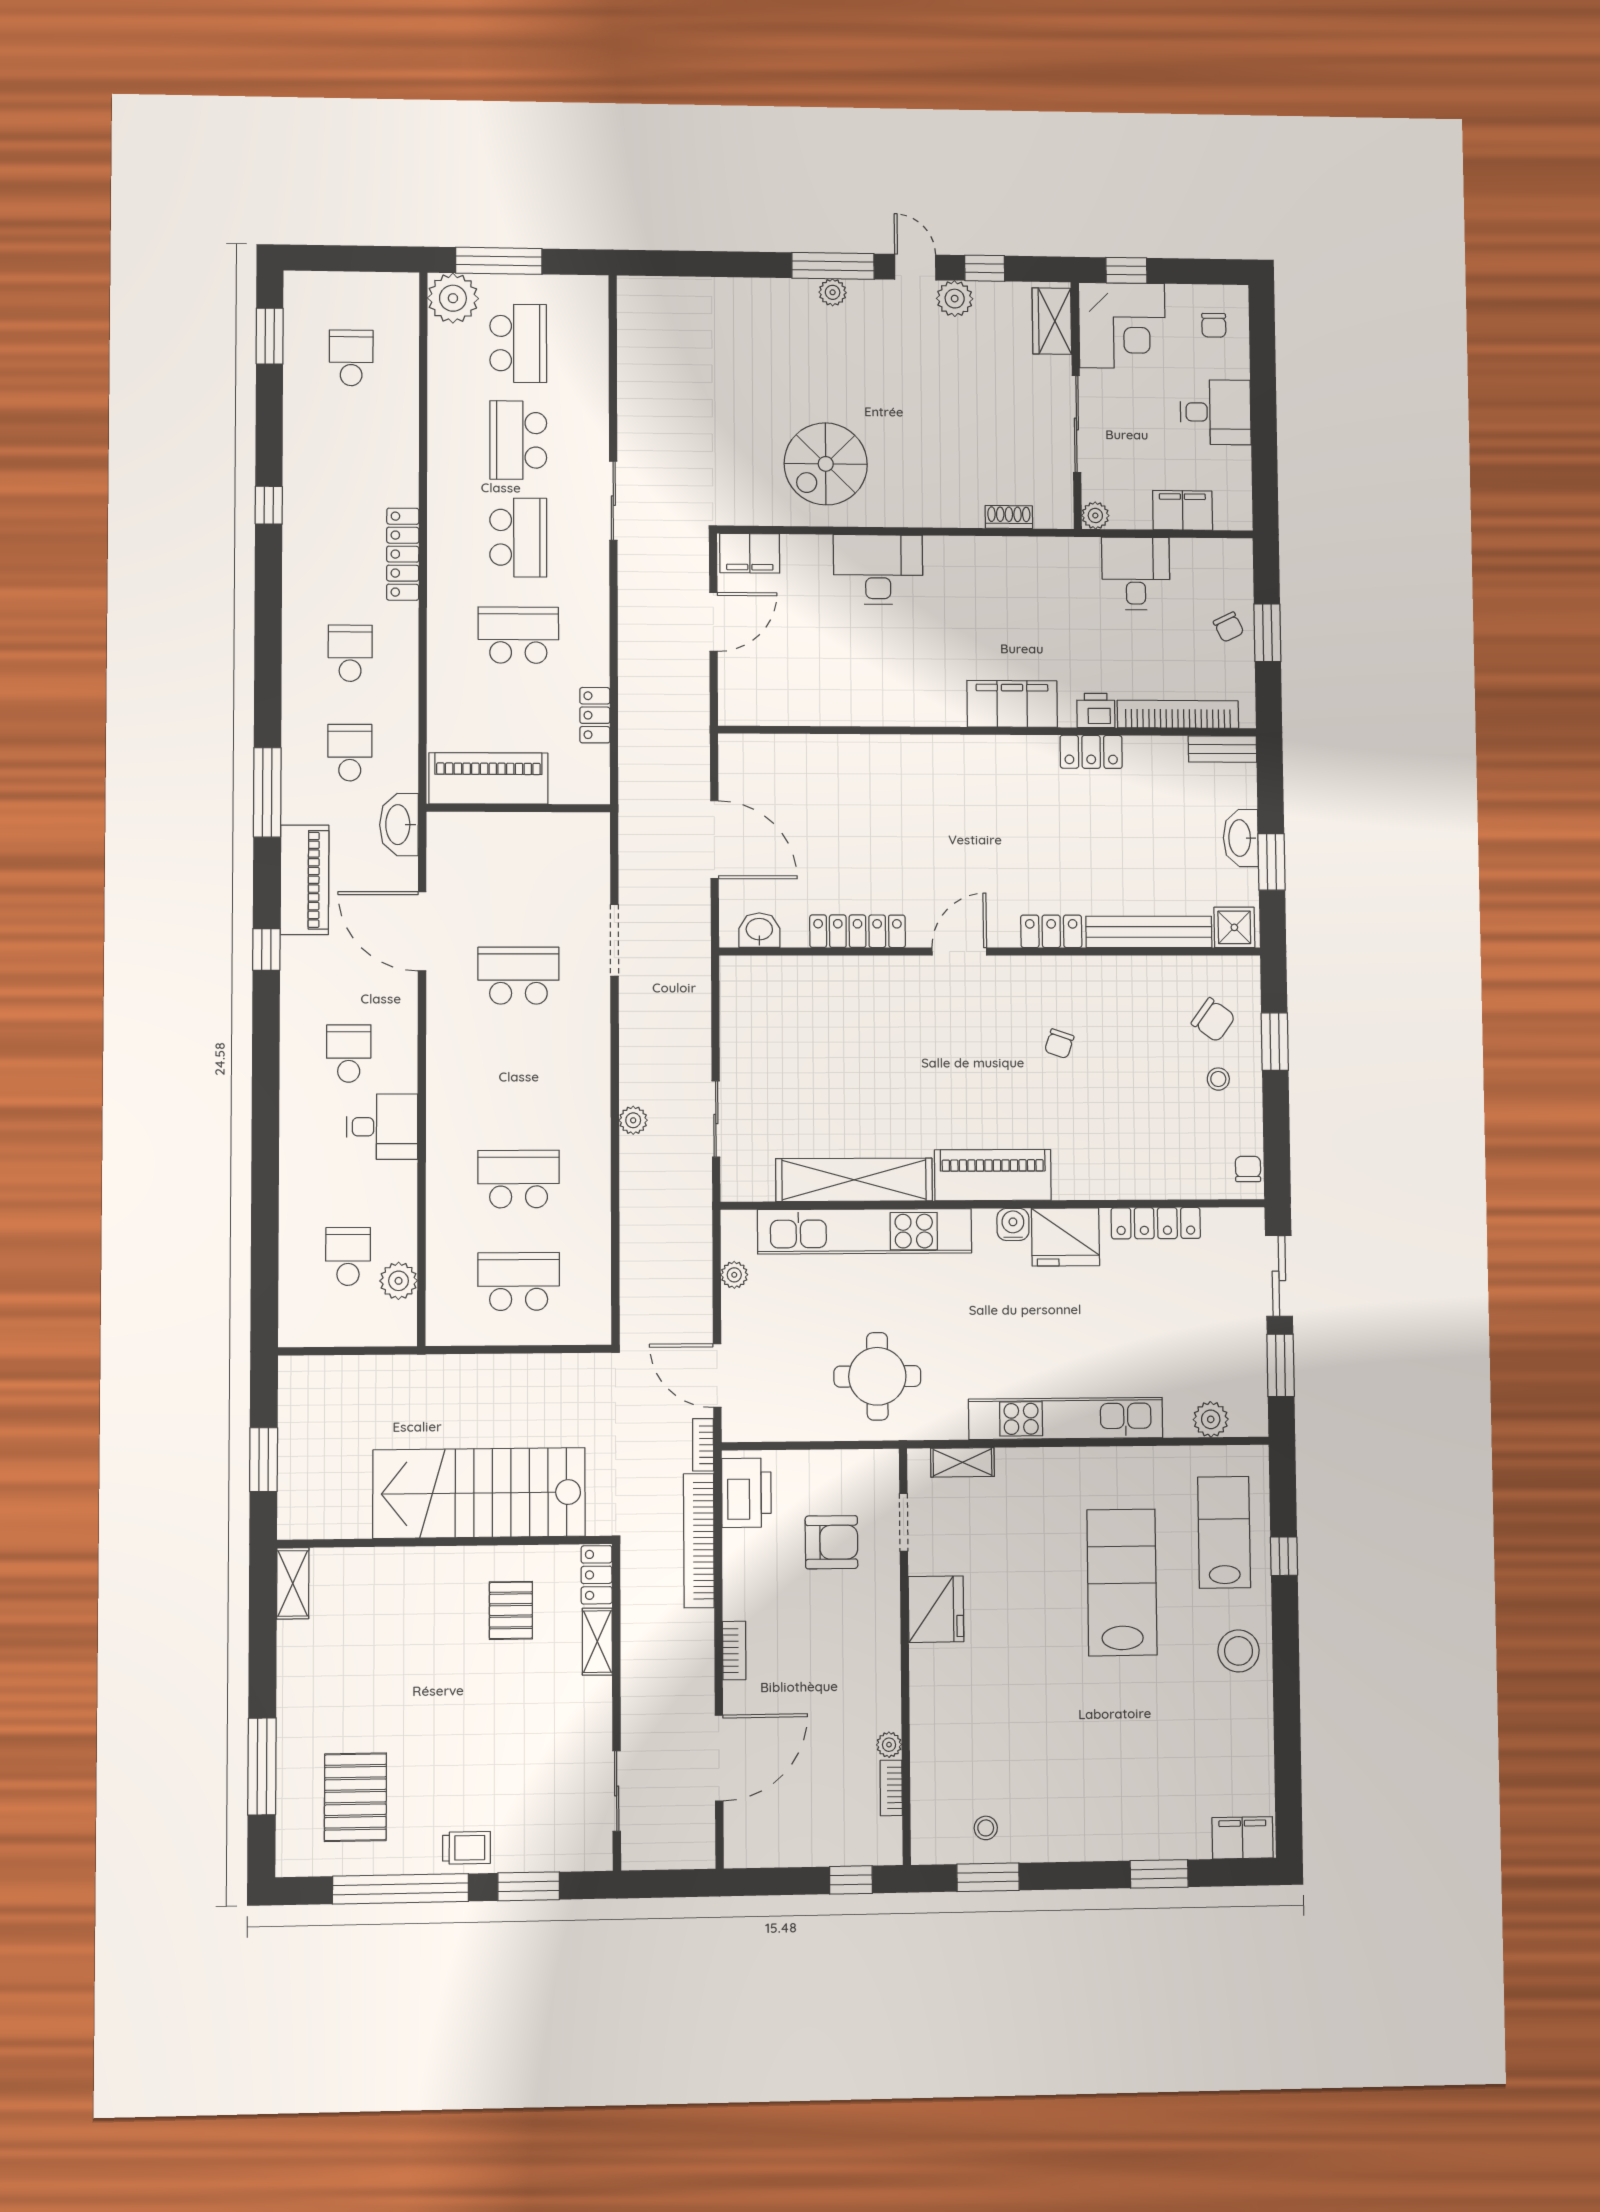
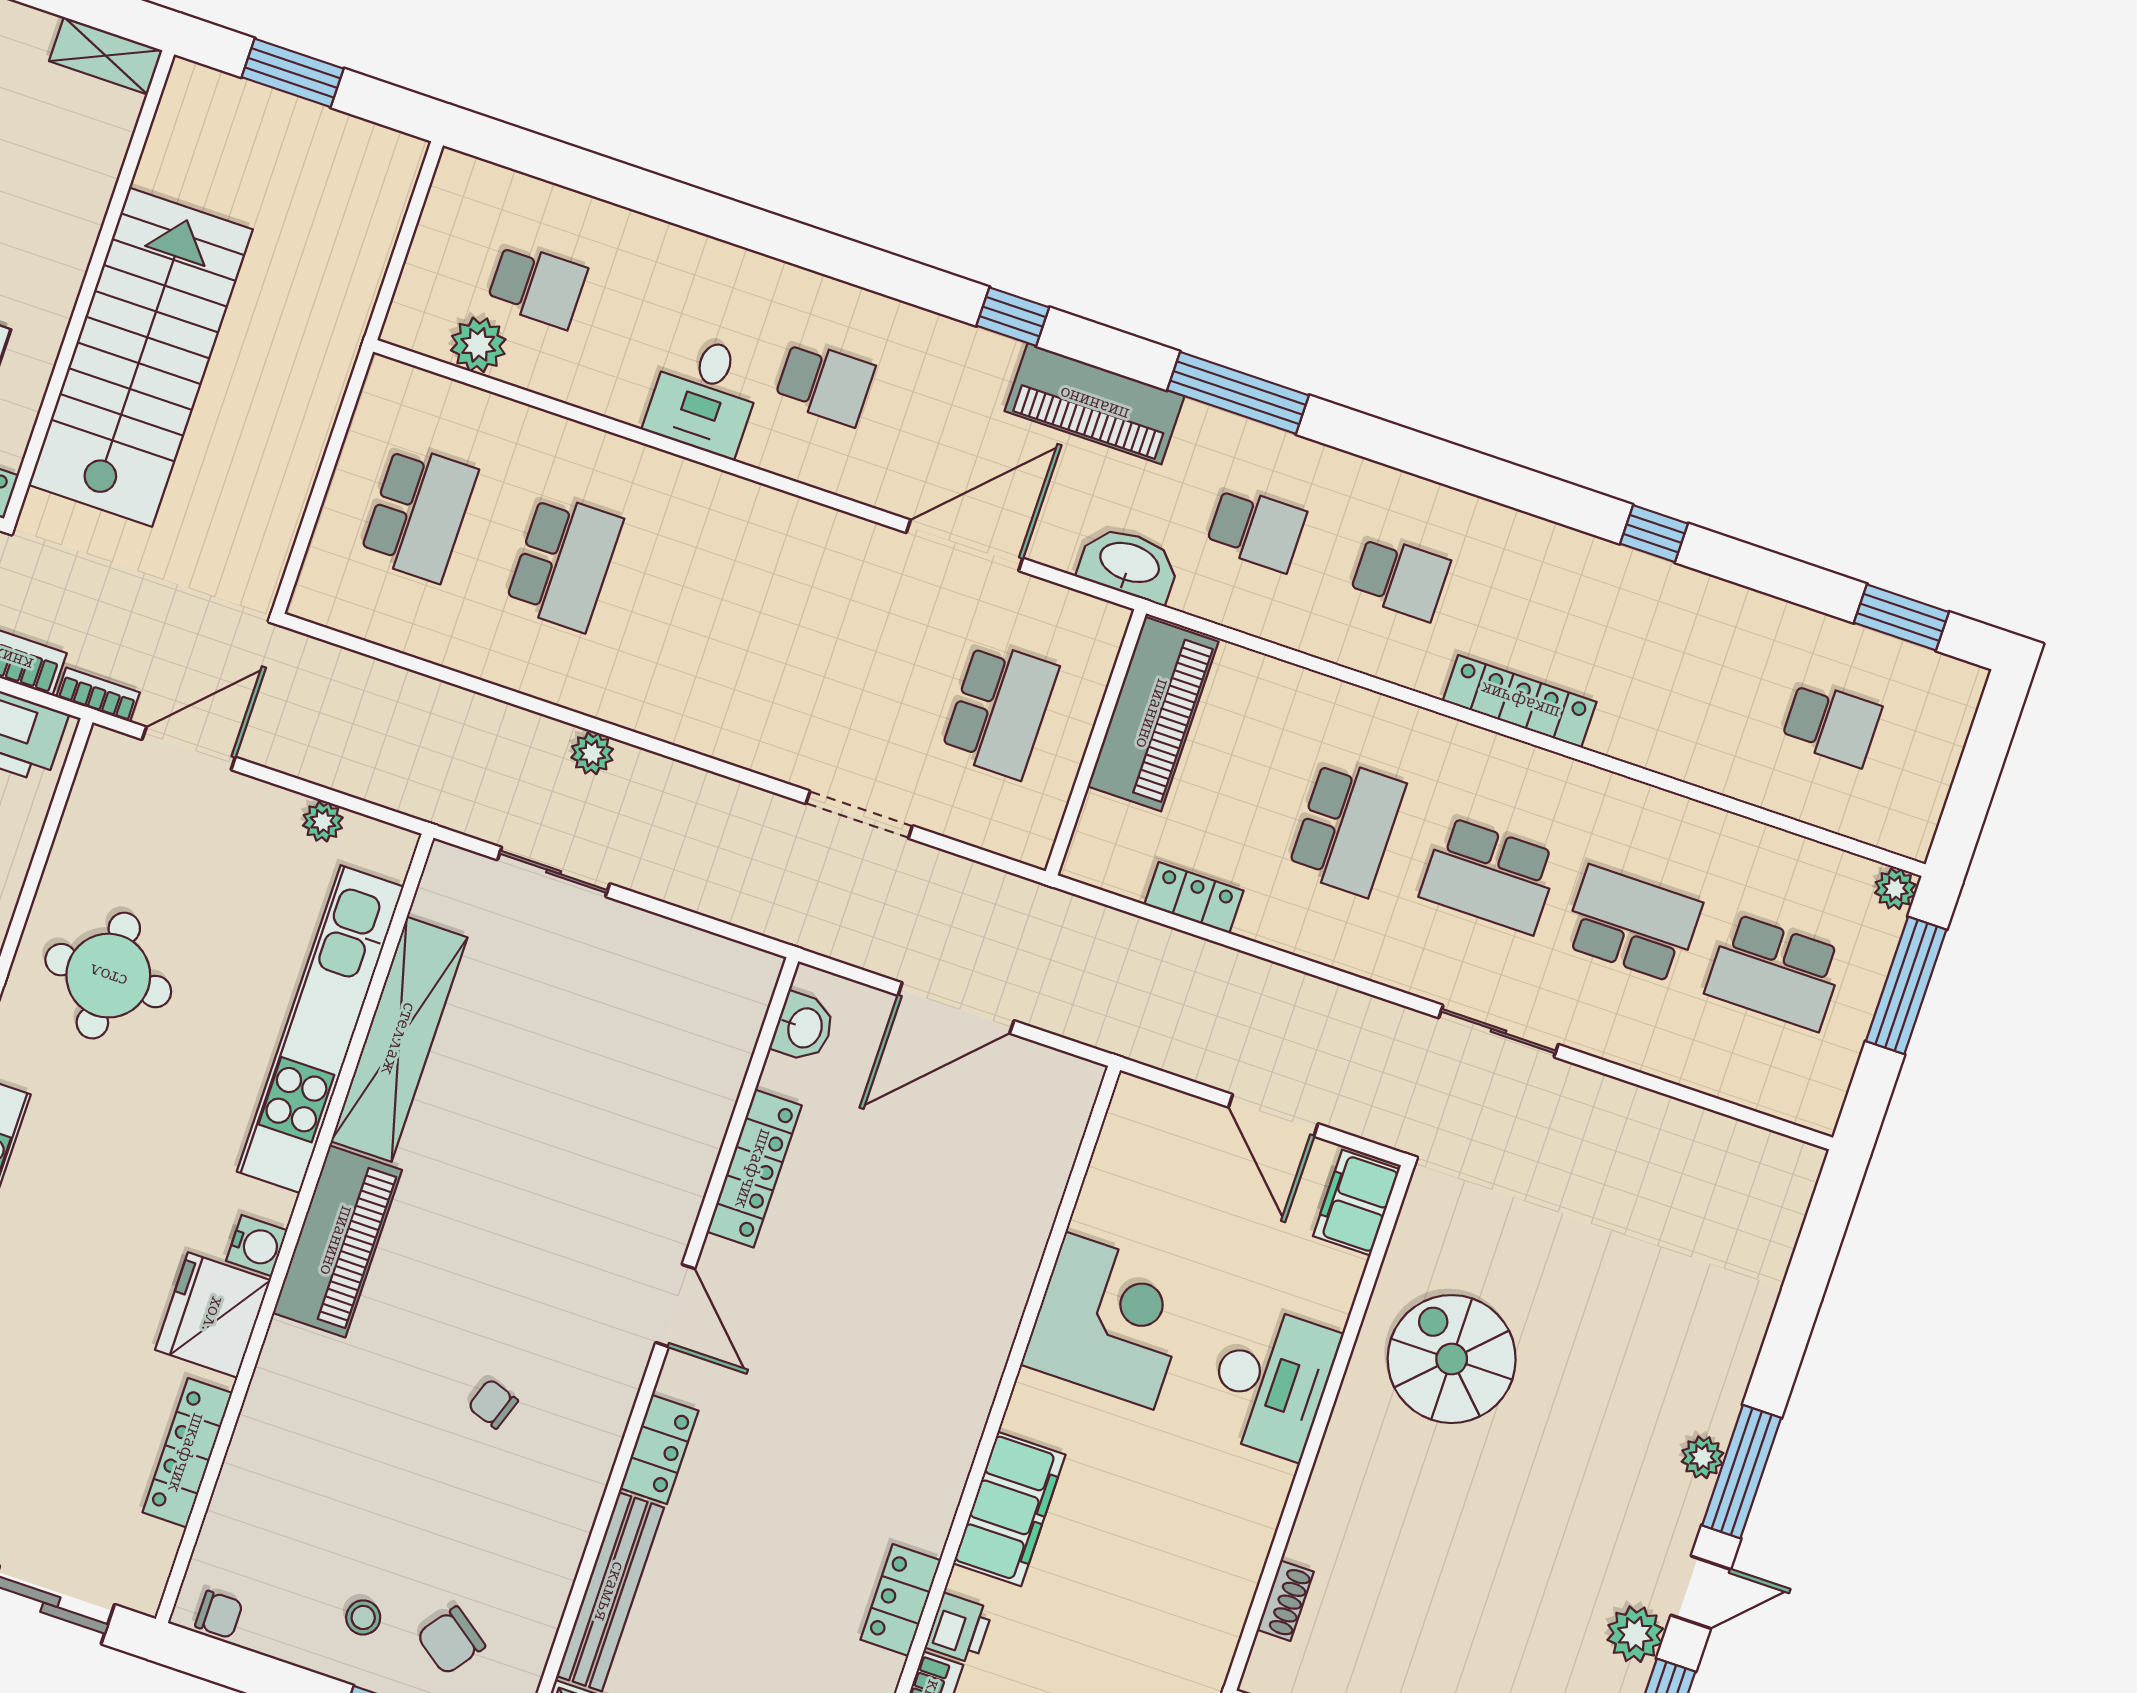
plant: (453, 298) -> (1895, 889), width x0.53, depth x0.53
corner desk: (875, 681) -> (1109, 1321), added
school desk: (518, 976) -> (1000, 710), moved

